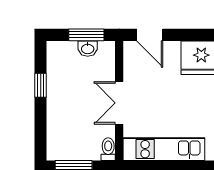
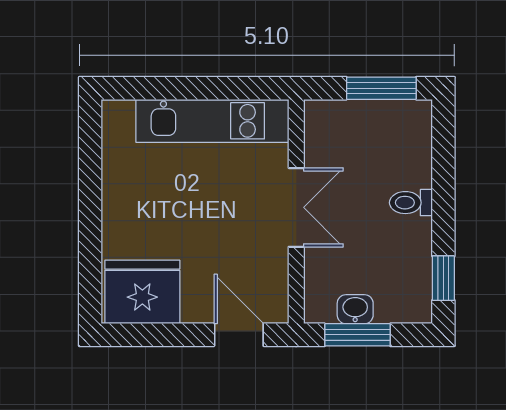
window: (41, 85) -> (443, 278), moved
toilet: (108, 149) -> (411, 203), moved, turned 90

